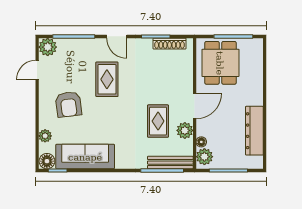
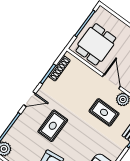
dining table: (220, 63) -> (96, 44), turned 90
rug: (107, 79) -> (53, 126), turned 90

